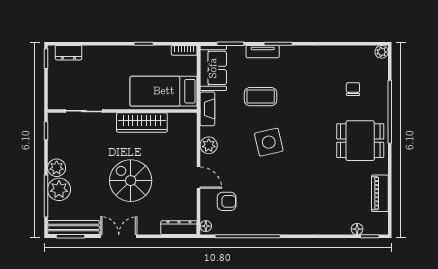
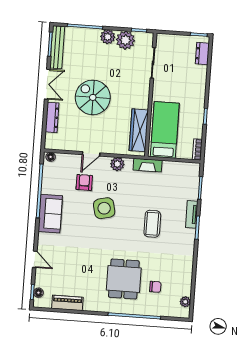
plant: (382, 52) -> (185, 302), moved
sofa: (213, 68) -> (50, 214), moved, turned -90
coffee table: (261, 97) -> (152, 224), moved
wardrobe: (142, 122) -> (139, 130), moved
dining table: (360, 141) -> (124, 279), moved
side table: (269, 142) -> (104, 208), moved
spiral stairs: (131, 181) -> (93, 97), turned -90
plant: (59, 189) -> (125, 40), moved
armchair: (227, 201) -> (84, 182), moved, turned 180
dresser: (179, 228) -> (52, 117), moved
floor lamp: (357, 229) -> (38, 293), moved
door: (330, 236) -> (35, 259), added

